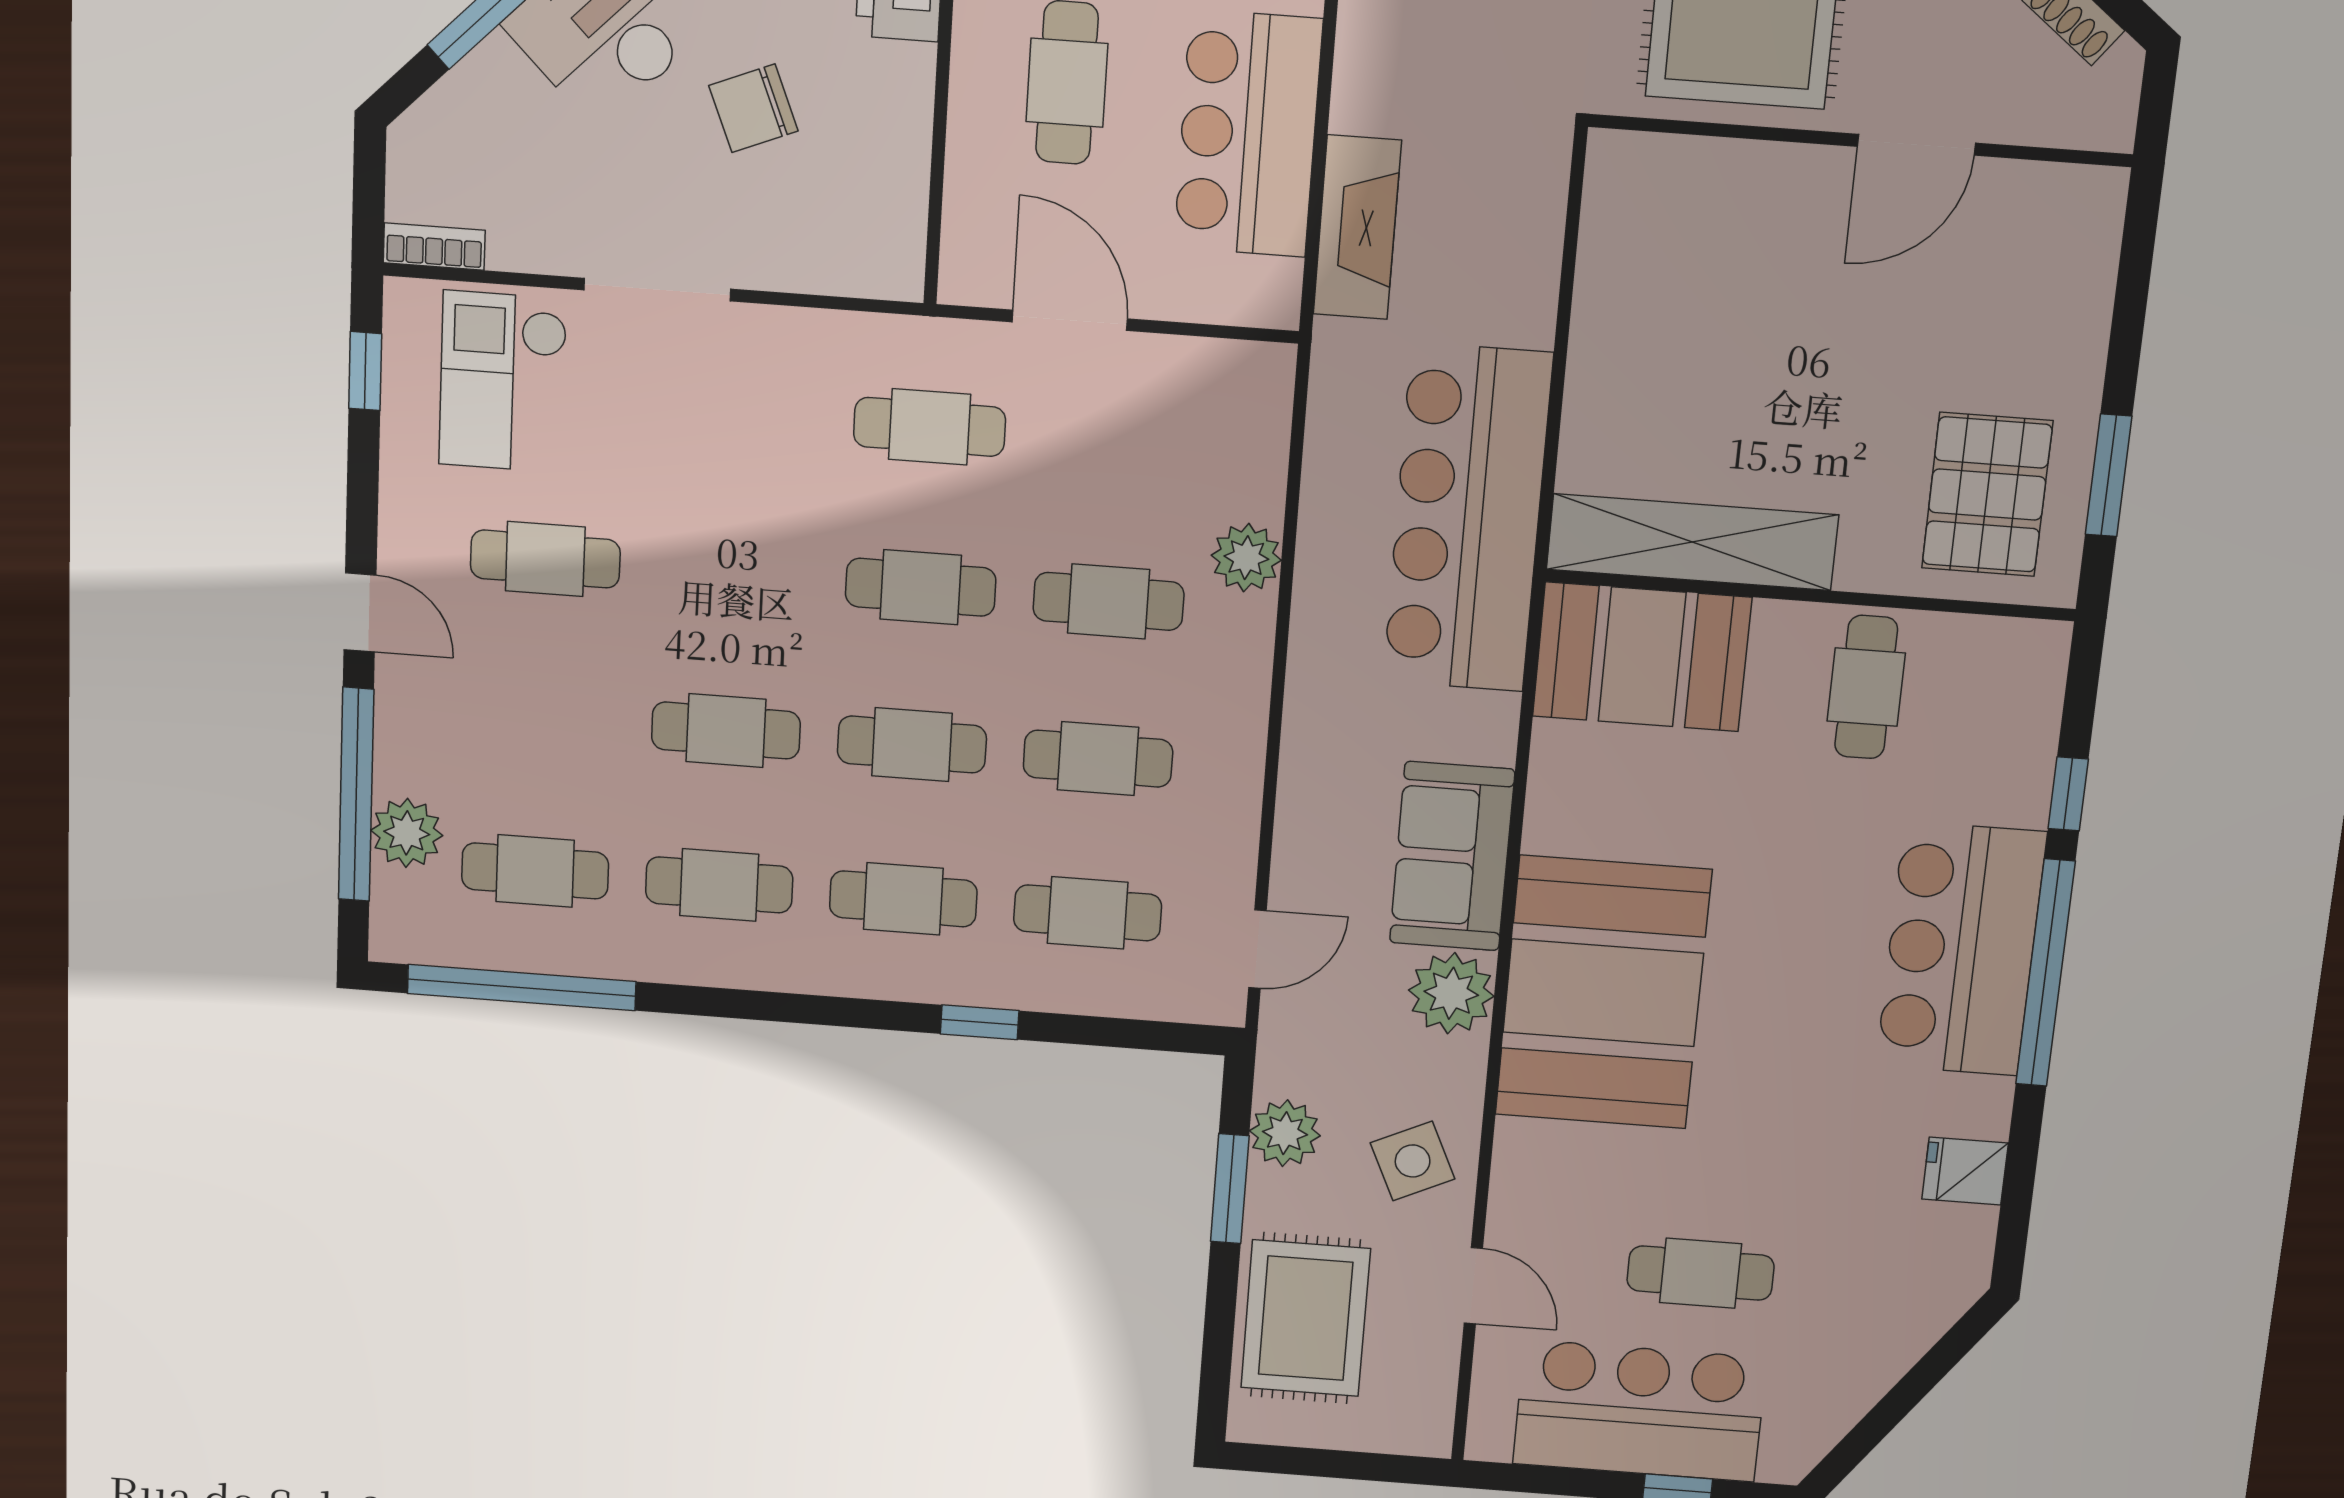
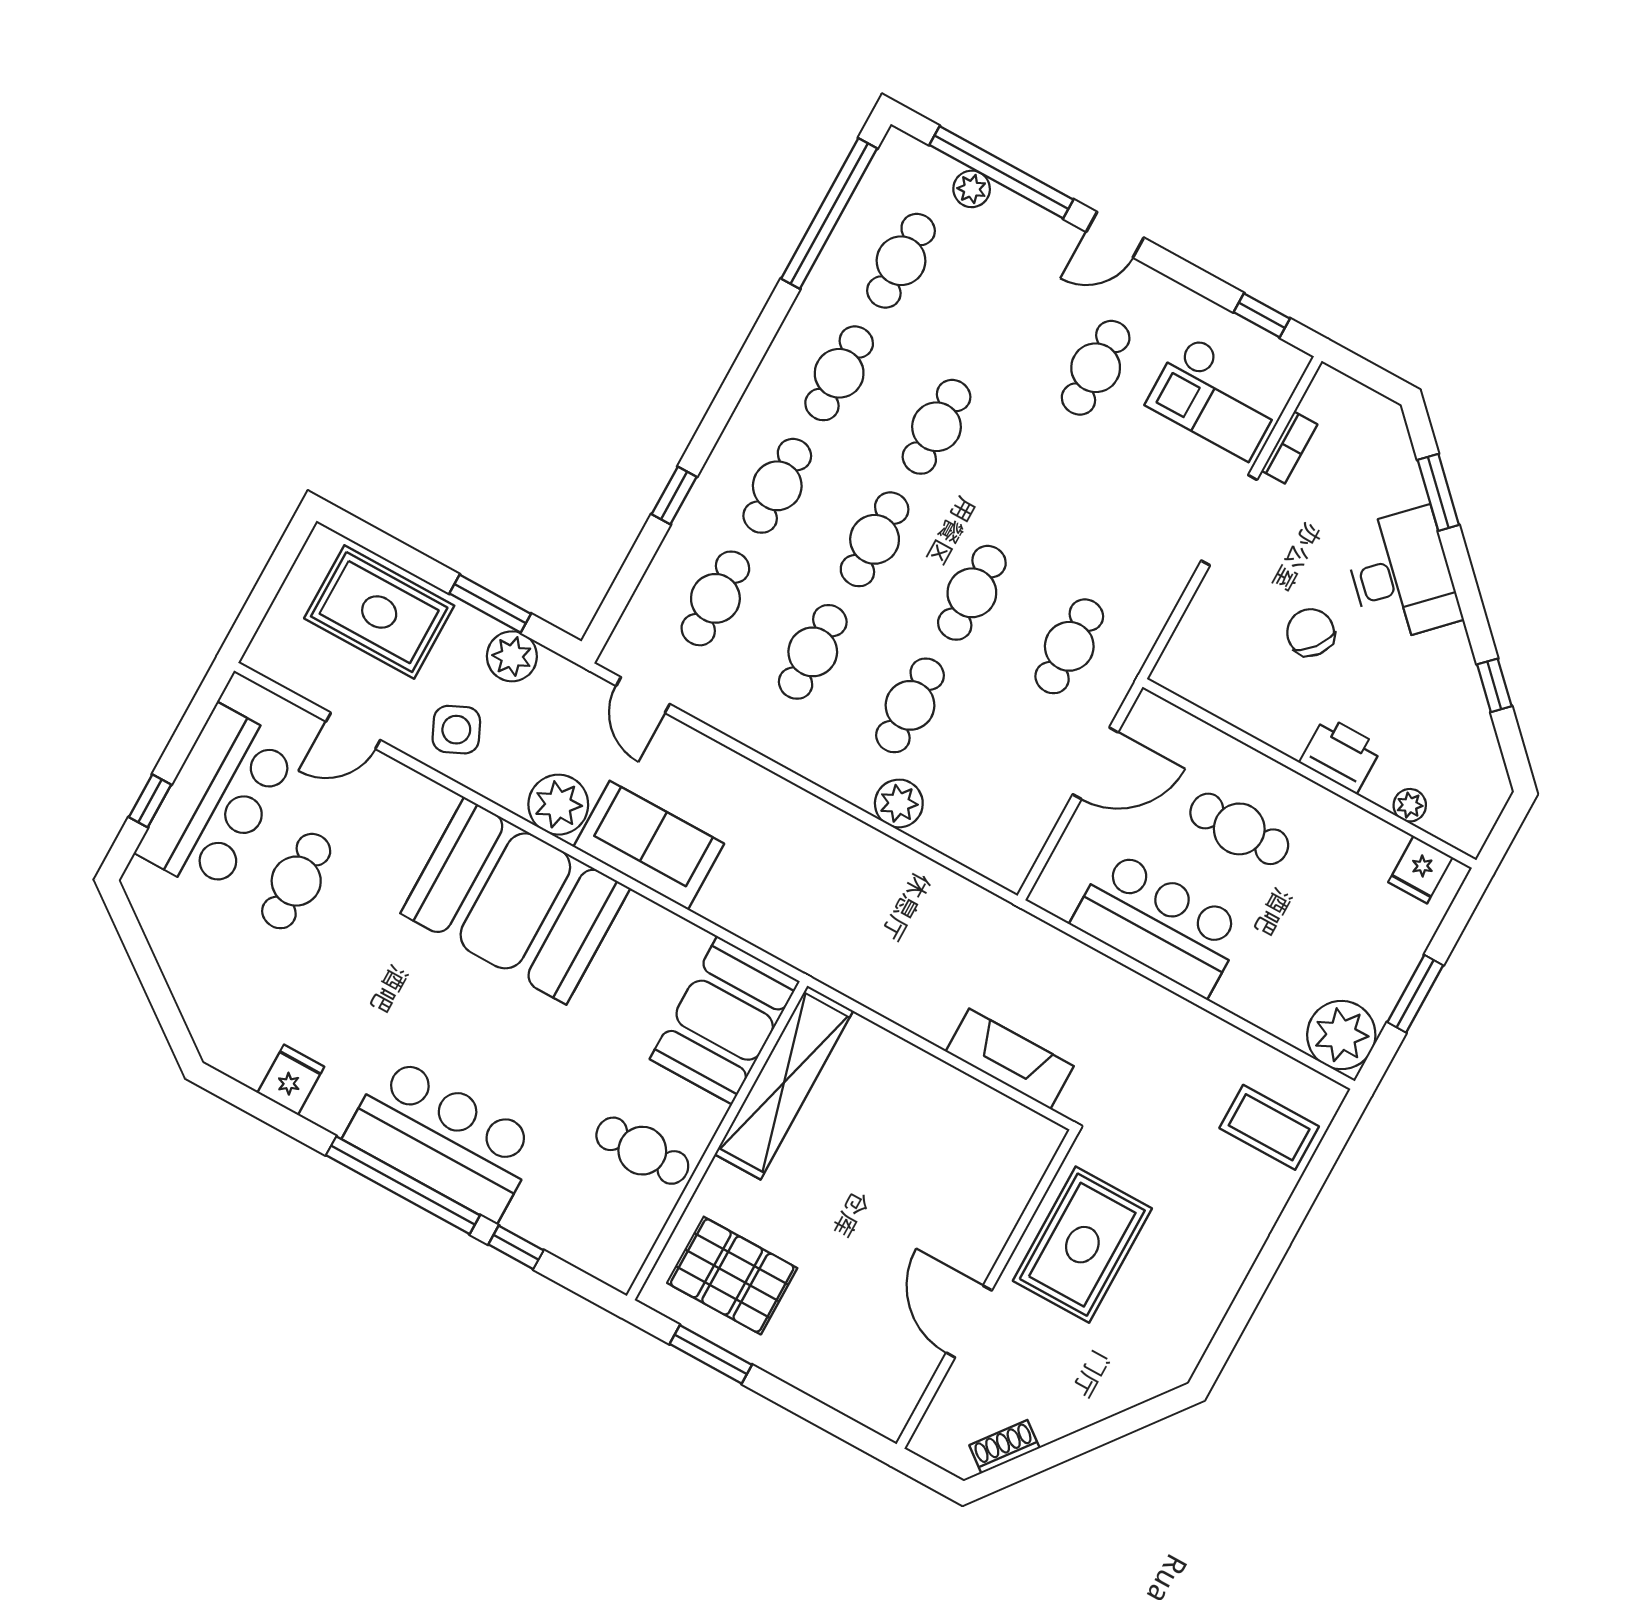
chair: (753, 108) -> (1311, 632), turned -30
fireplace: (1357, 227) -> (1010, 1059), moved, turned 180
bookcase: (434, 246) -> (1289, 448), moved
checkout: (503, 382) -> (1217, 397), turned 180
bar counter: (1468, 518) -> (862, 951), removed
plant: (407, 833) -> (972, 189), width x0.73, depth x0.73

